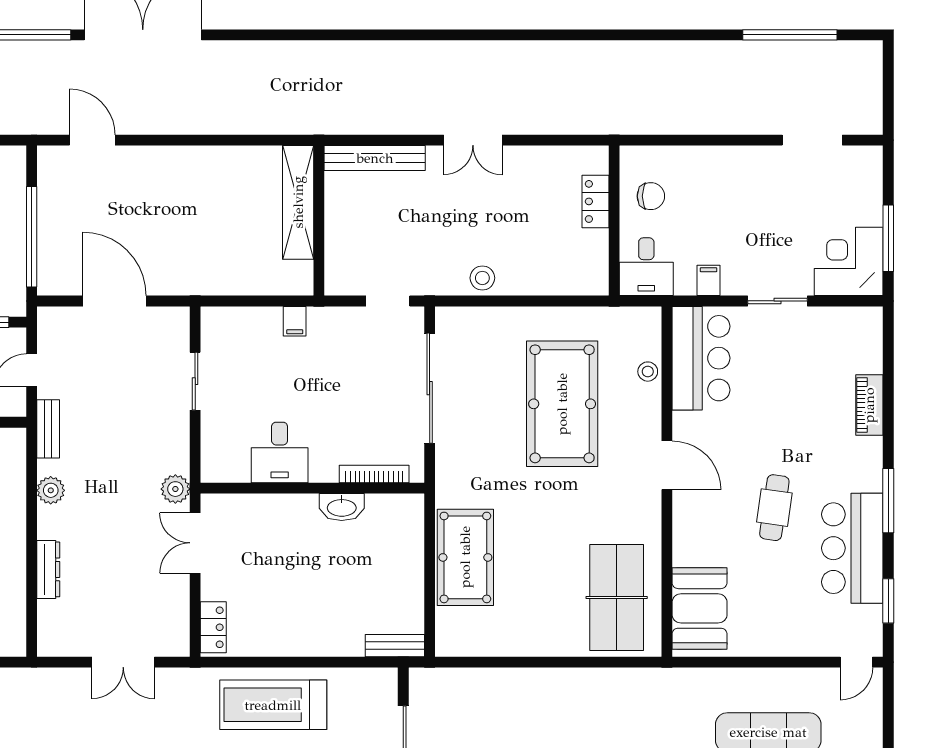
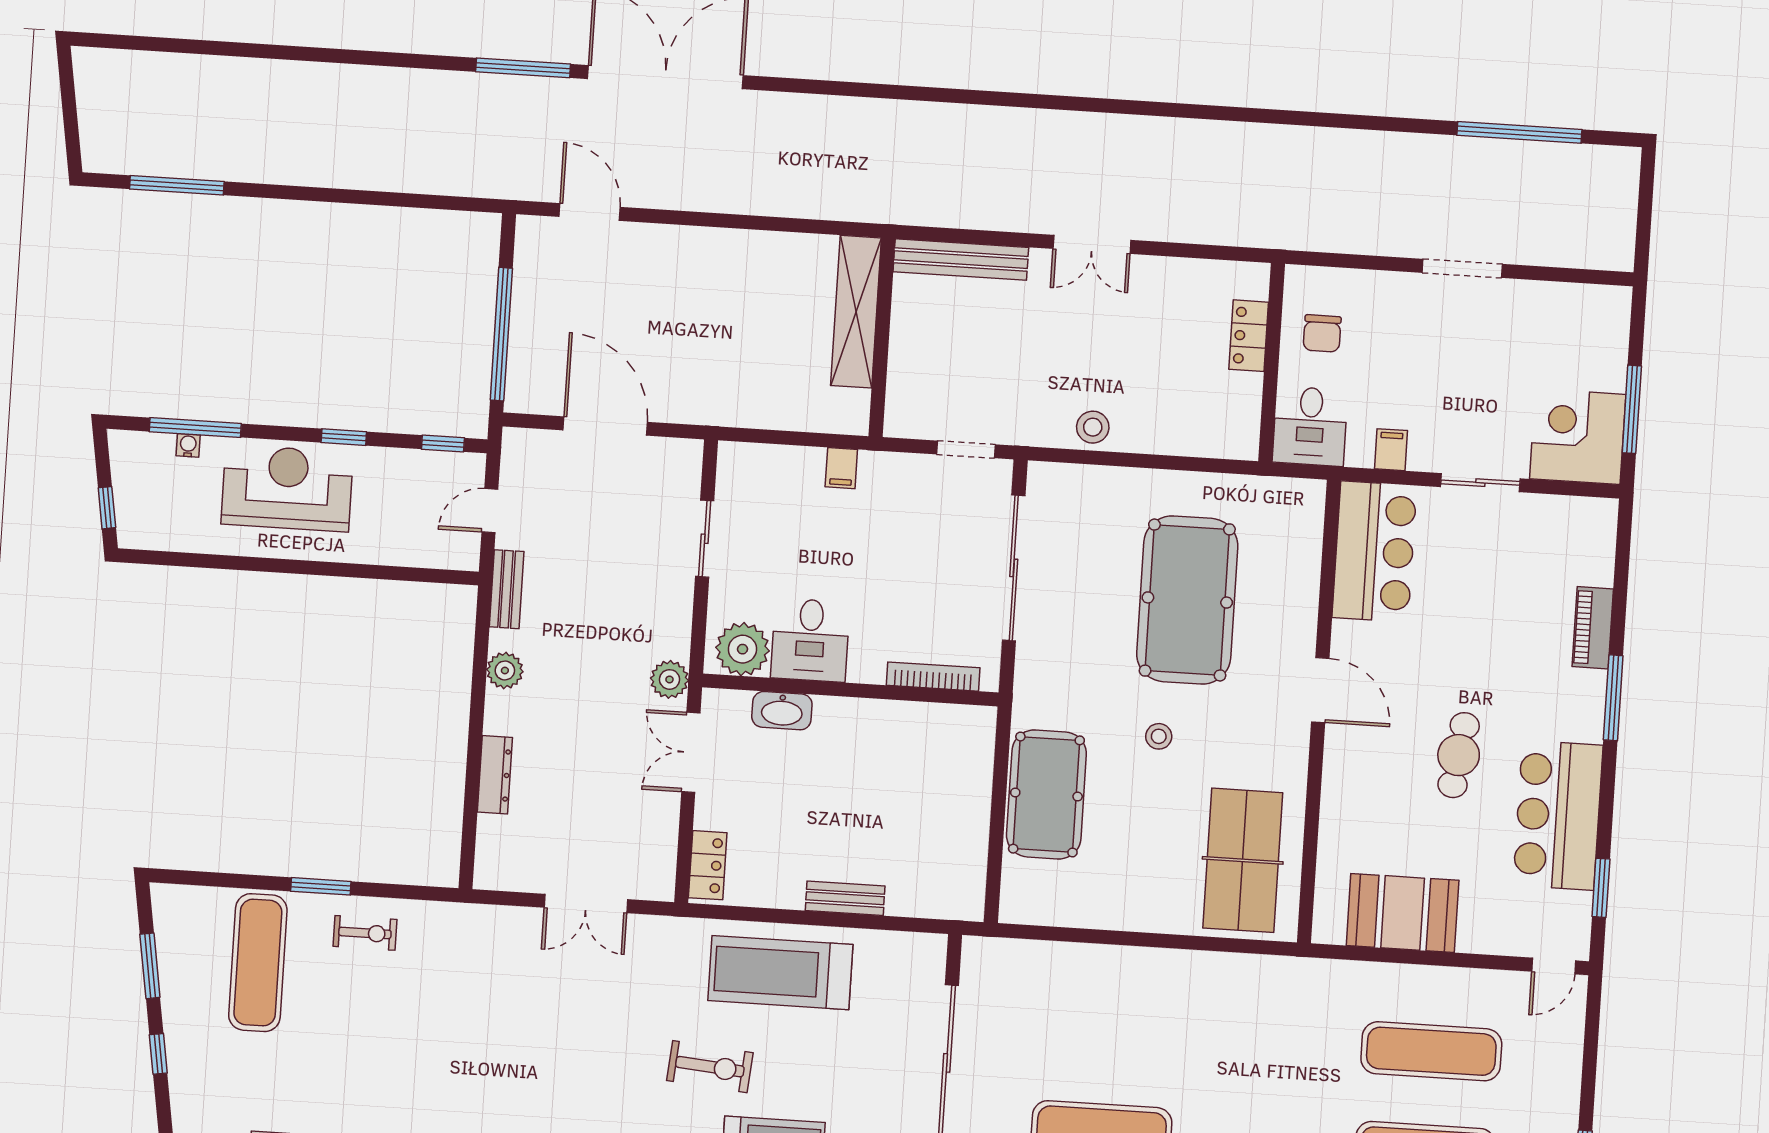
doorway: (812, 140) -> (1462, 268), moved
chair: (651, 196) -> (1322, 333), turned 90
stool: (648, 372) -> (1159, 736), moved
plant: (229, 463) -> (742, 649), added
window: (888, 501) -> (1613, 698), moved
washbasin: (342, 507) -> (782, 711), moved
booth: (700, 608) -> (1403, 913), moved, turned 90
bench: (395, 646) -> (845, 898), moved

